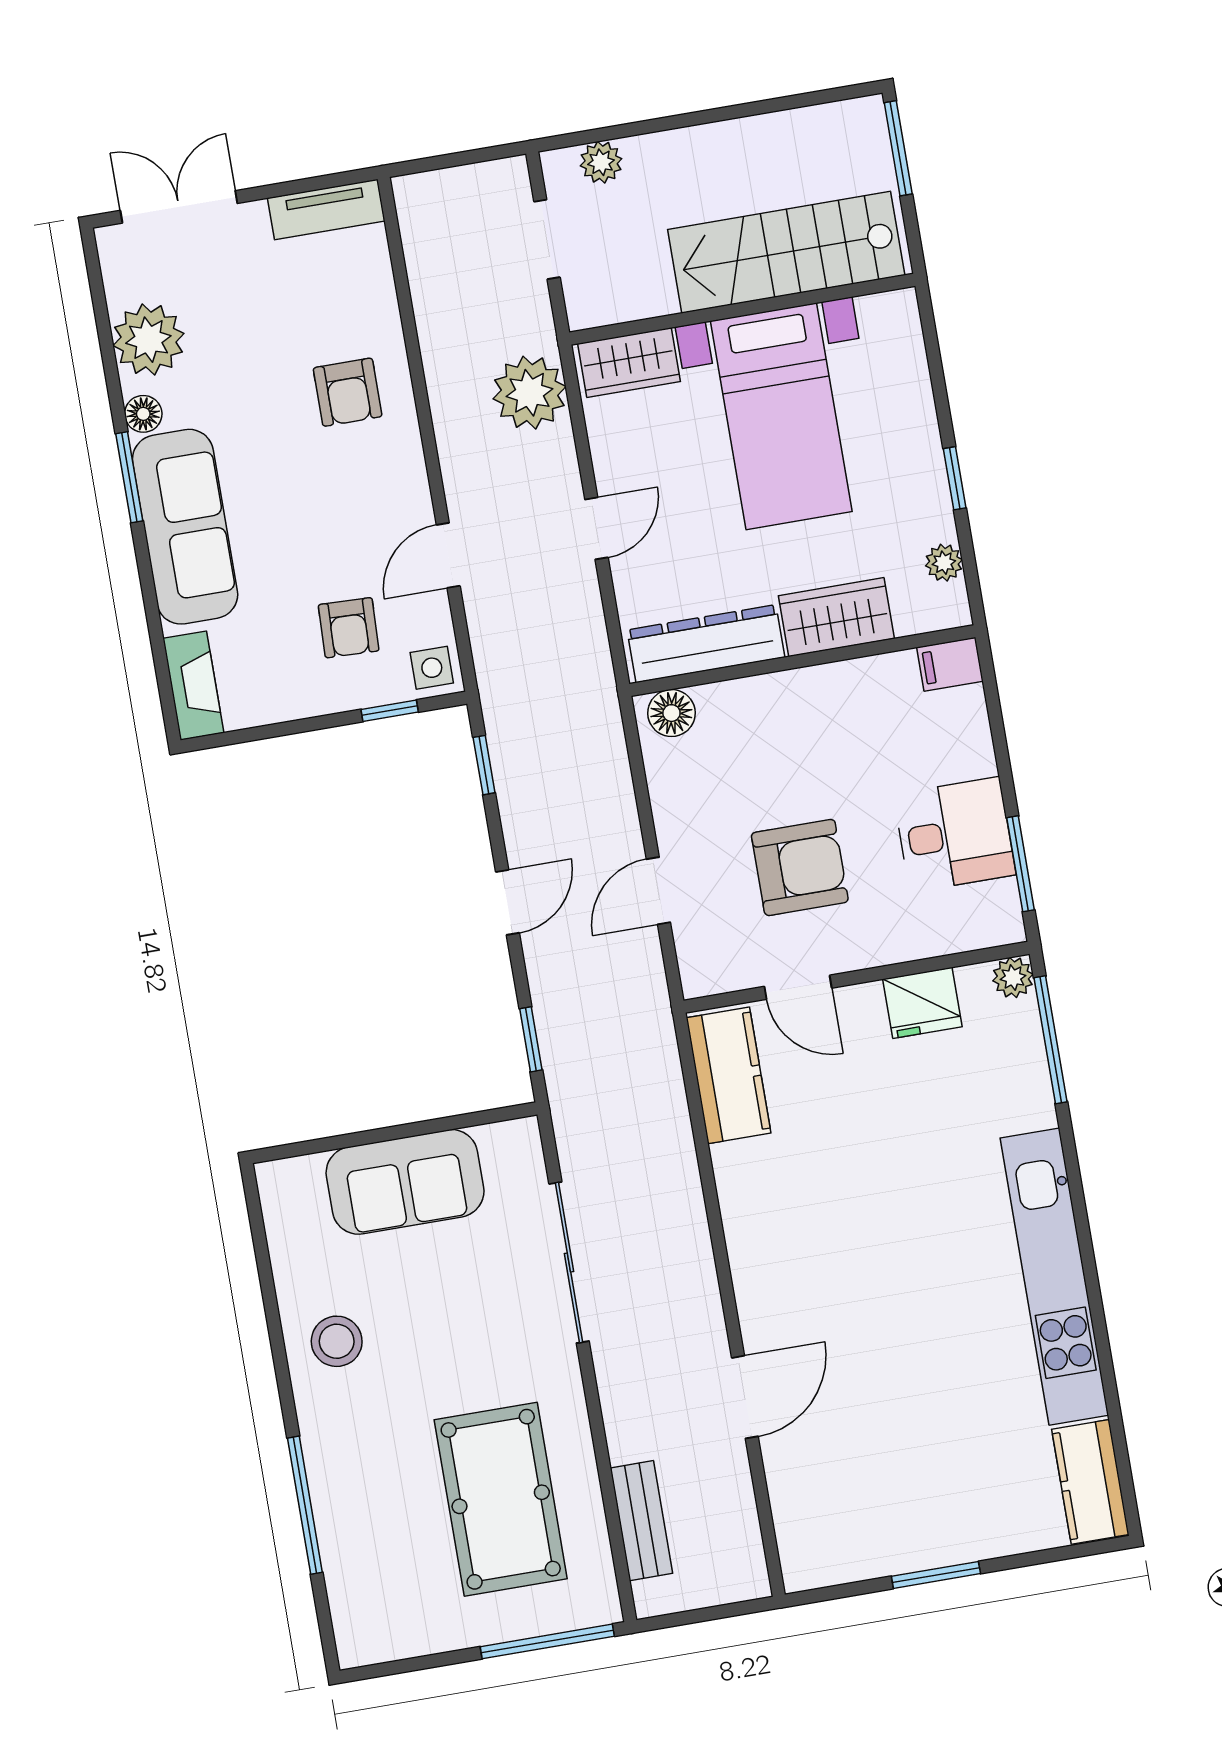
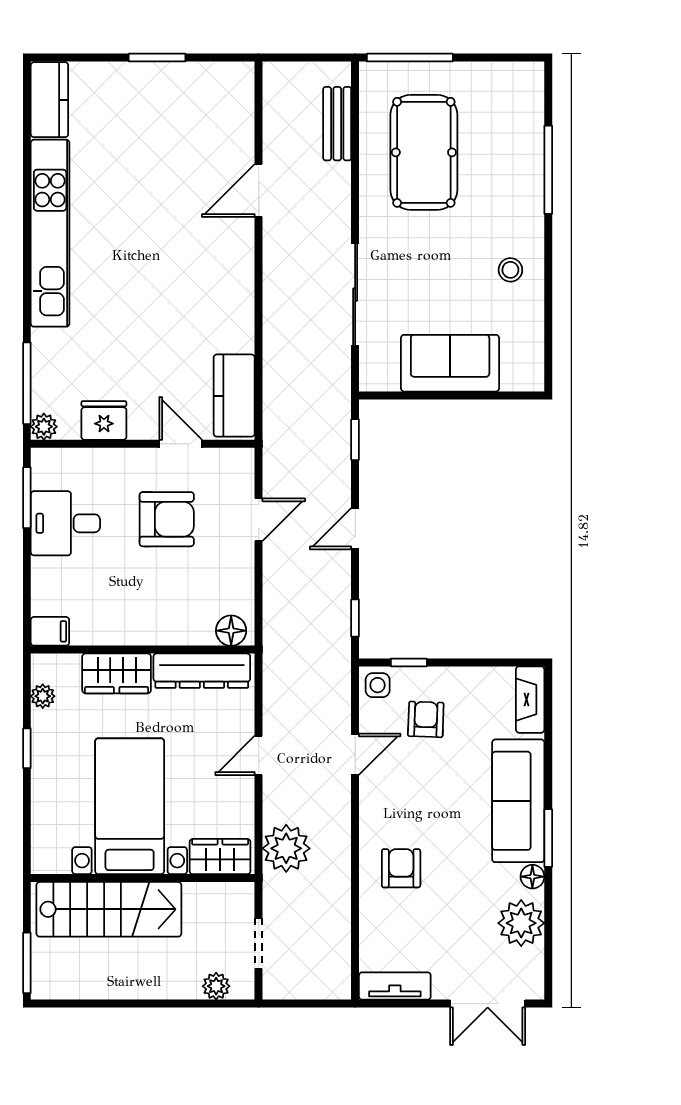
armchair: (800, 867) -> (167, 519), turned 180
stool: (337, 1341) -> (510, 270), width x0.73, depth x0.73

